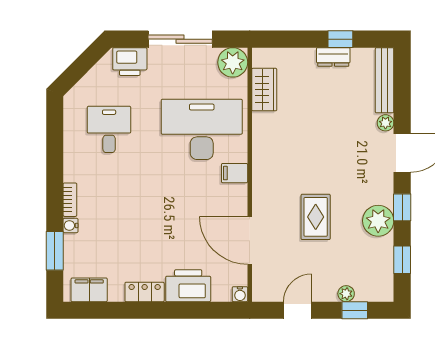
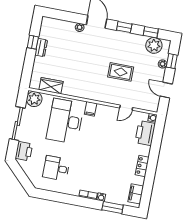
bench: (385, 80) -> (58, 24), removed
plant: (378, 221) -> (154, 45), moved
door: (250, 240) -> (126, 108), width x0.53
printer: (188, 286) -> (145, 133), moved

